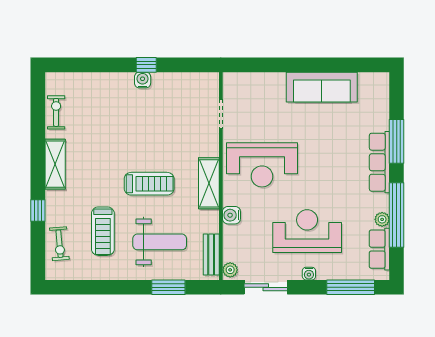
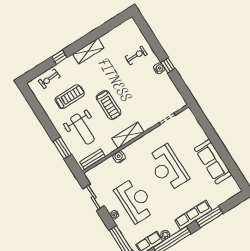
exercise bike: (56, 112) -> (136, 56), moved
reception desk: (262, 165) -> (168, 168), moved
treadmill: (103, 231) -> (70, 97), turned 180
plant: (230, 270) -> (91, 174), removed

